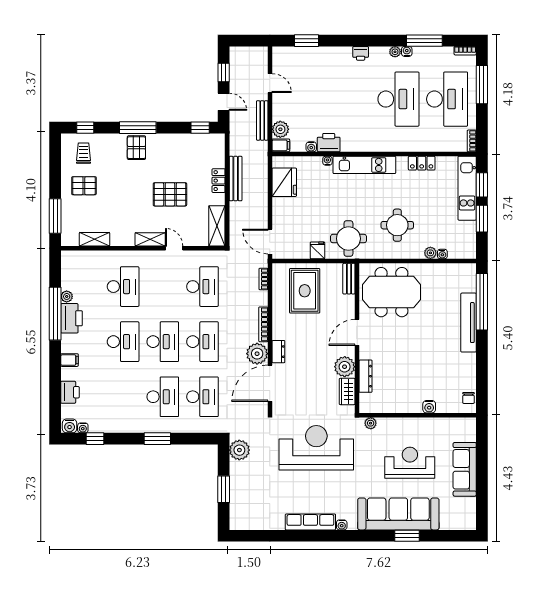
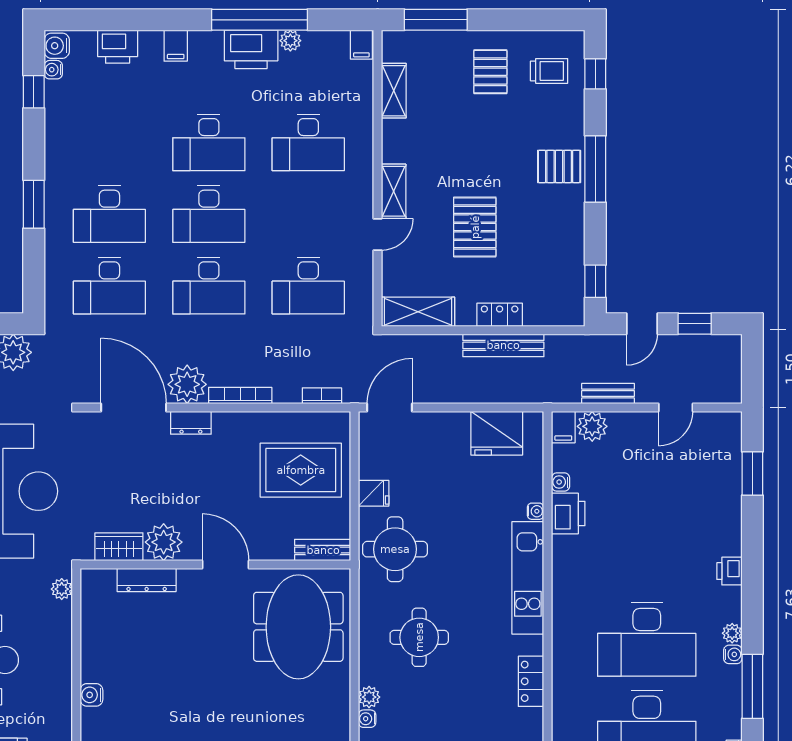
bench: (262, 120) -> (608, 393), width x0.73
filing cabinet: (69, 257) -> (361, 45), added

